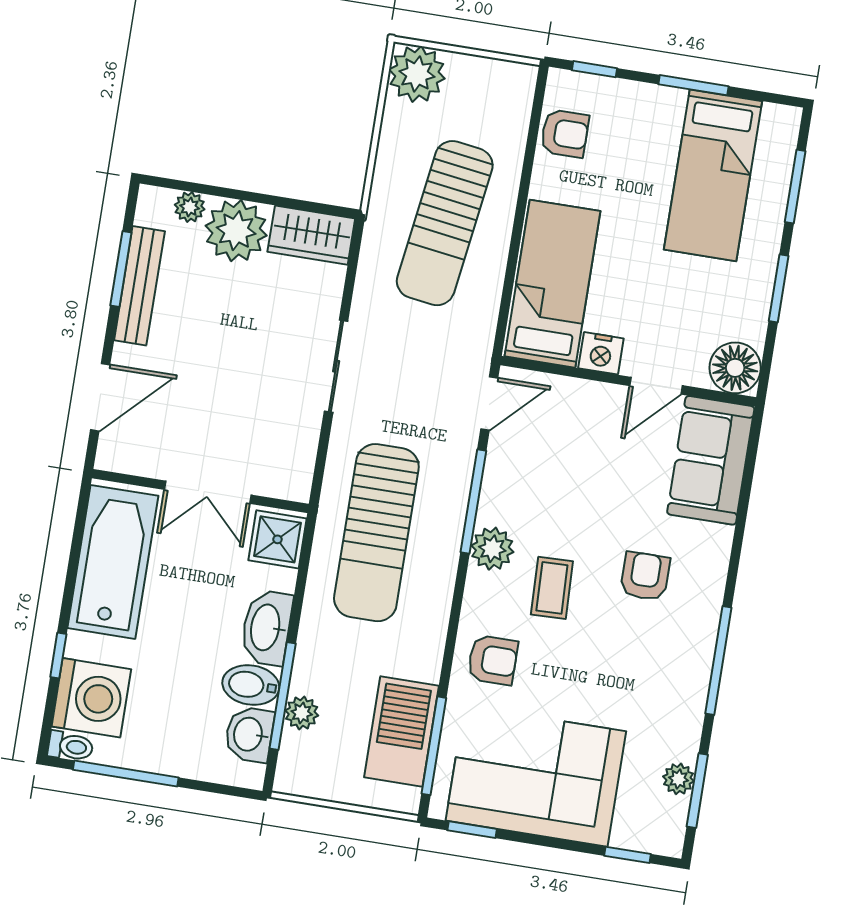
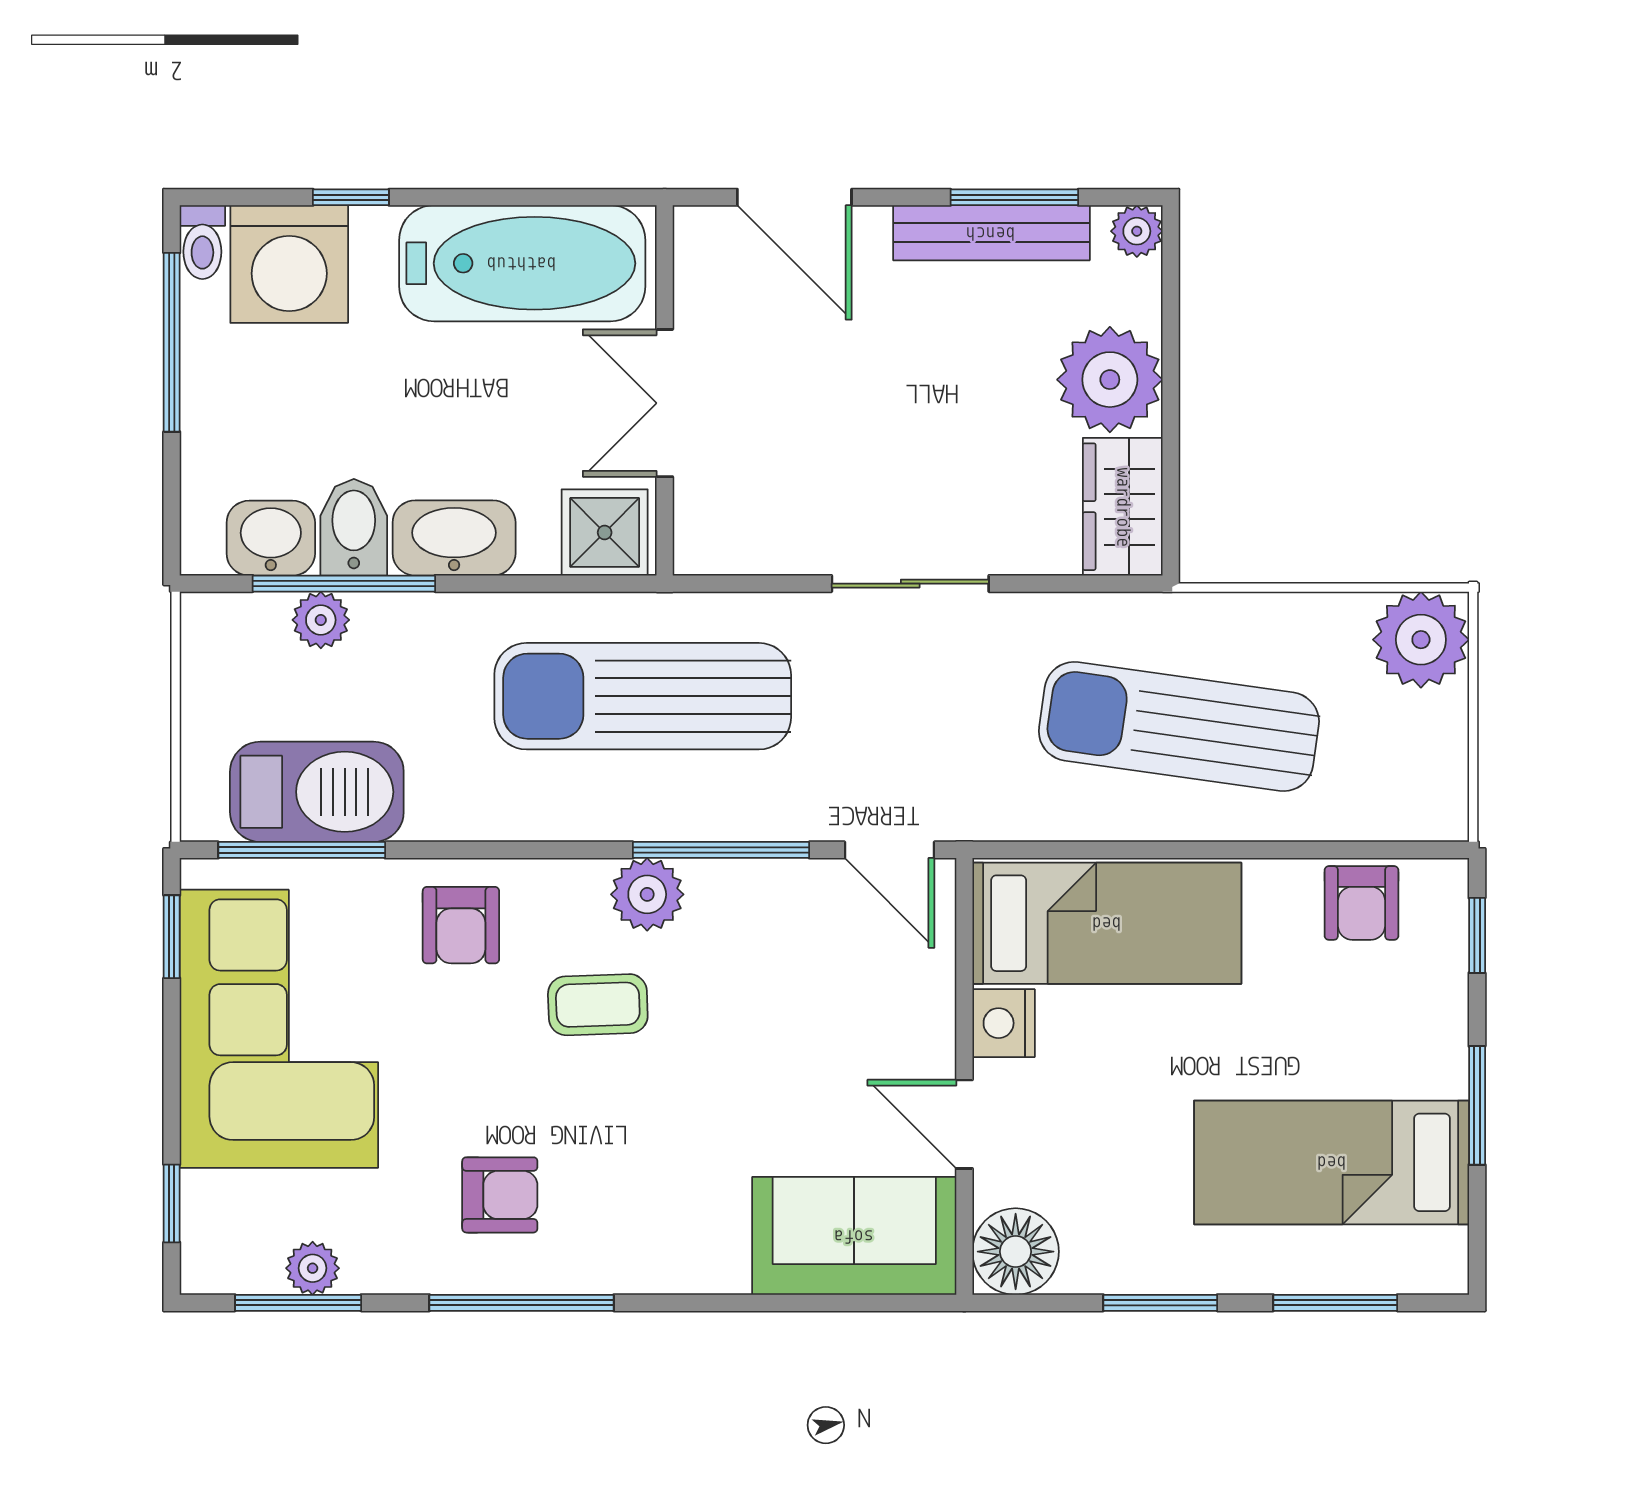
plant: (190, 207) -> (1137, 231), moved
armchair: (645, 576) -> (500, 1195), moved

